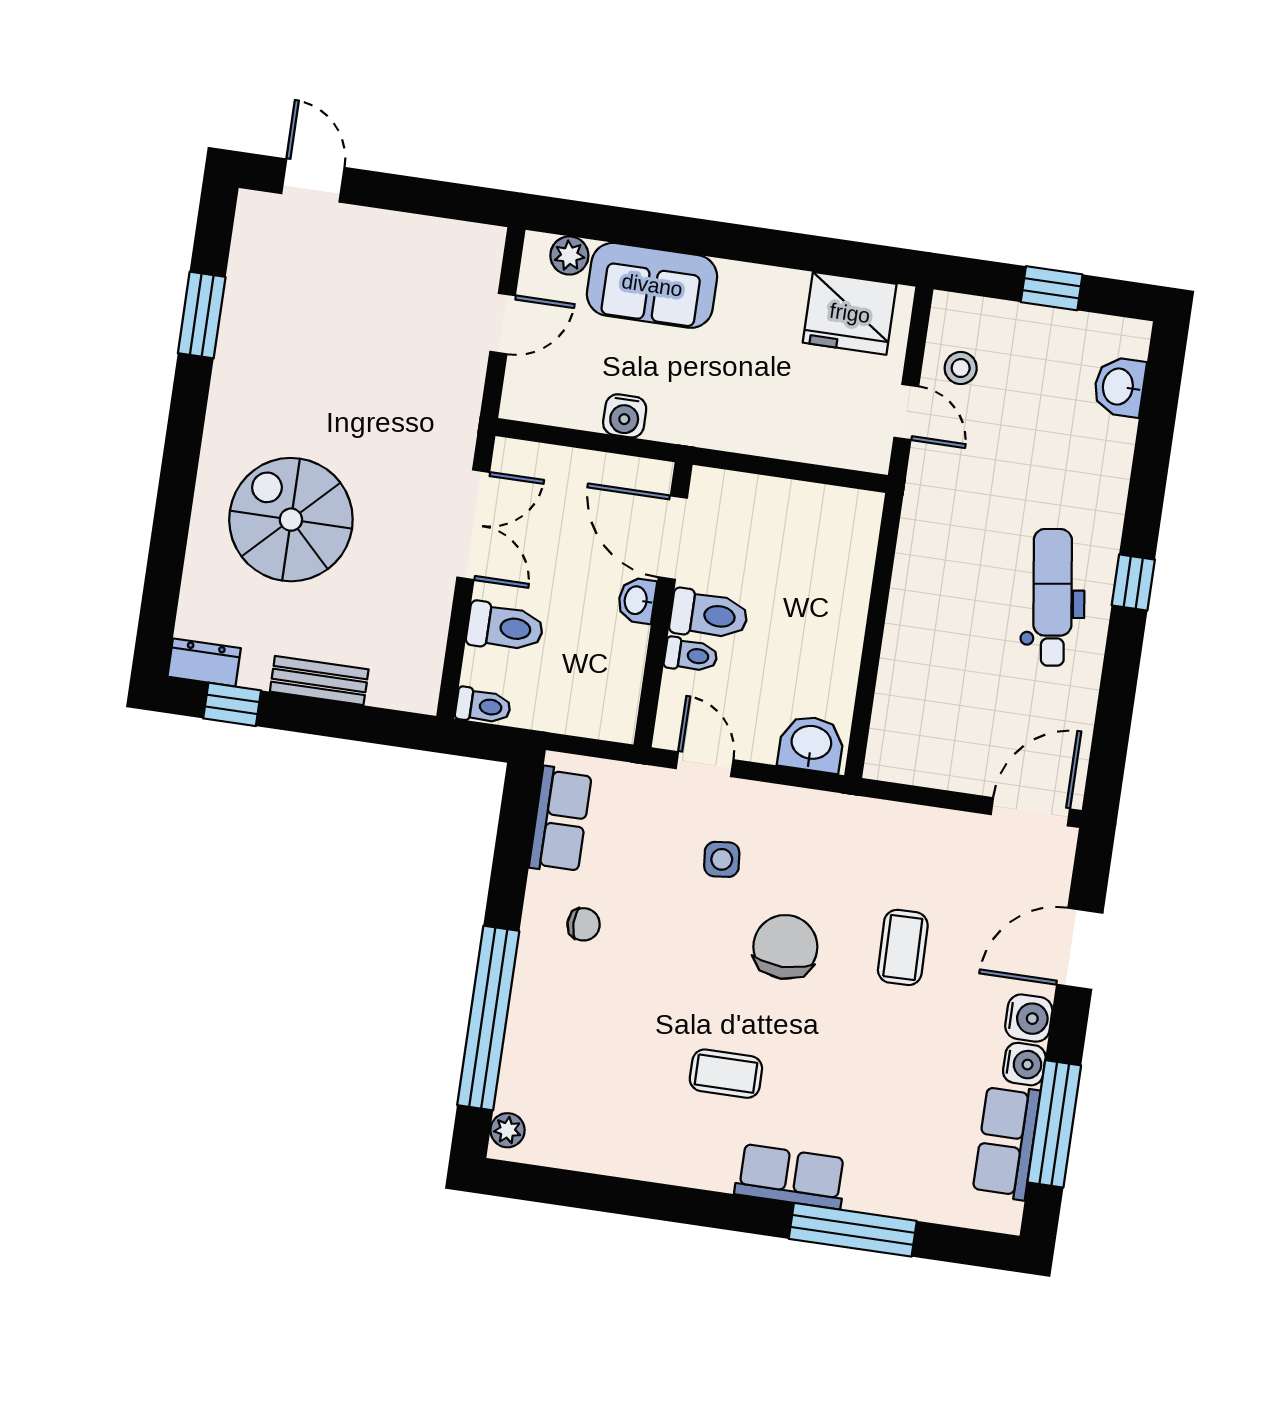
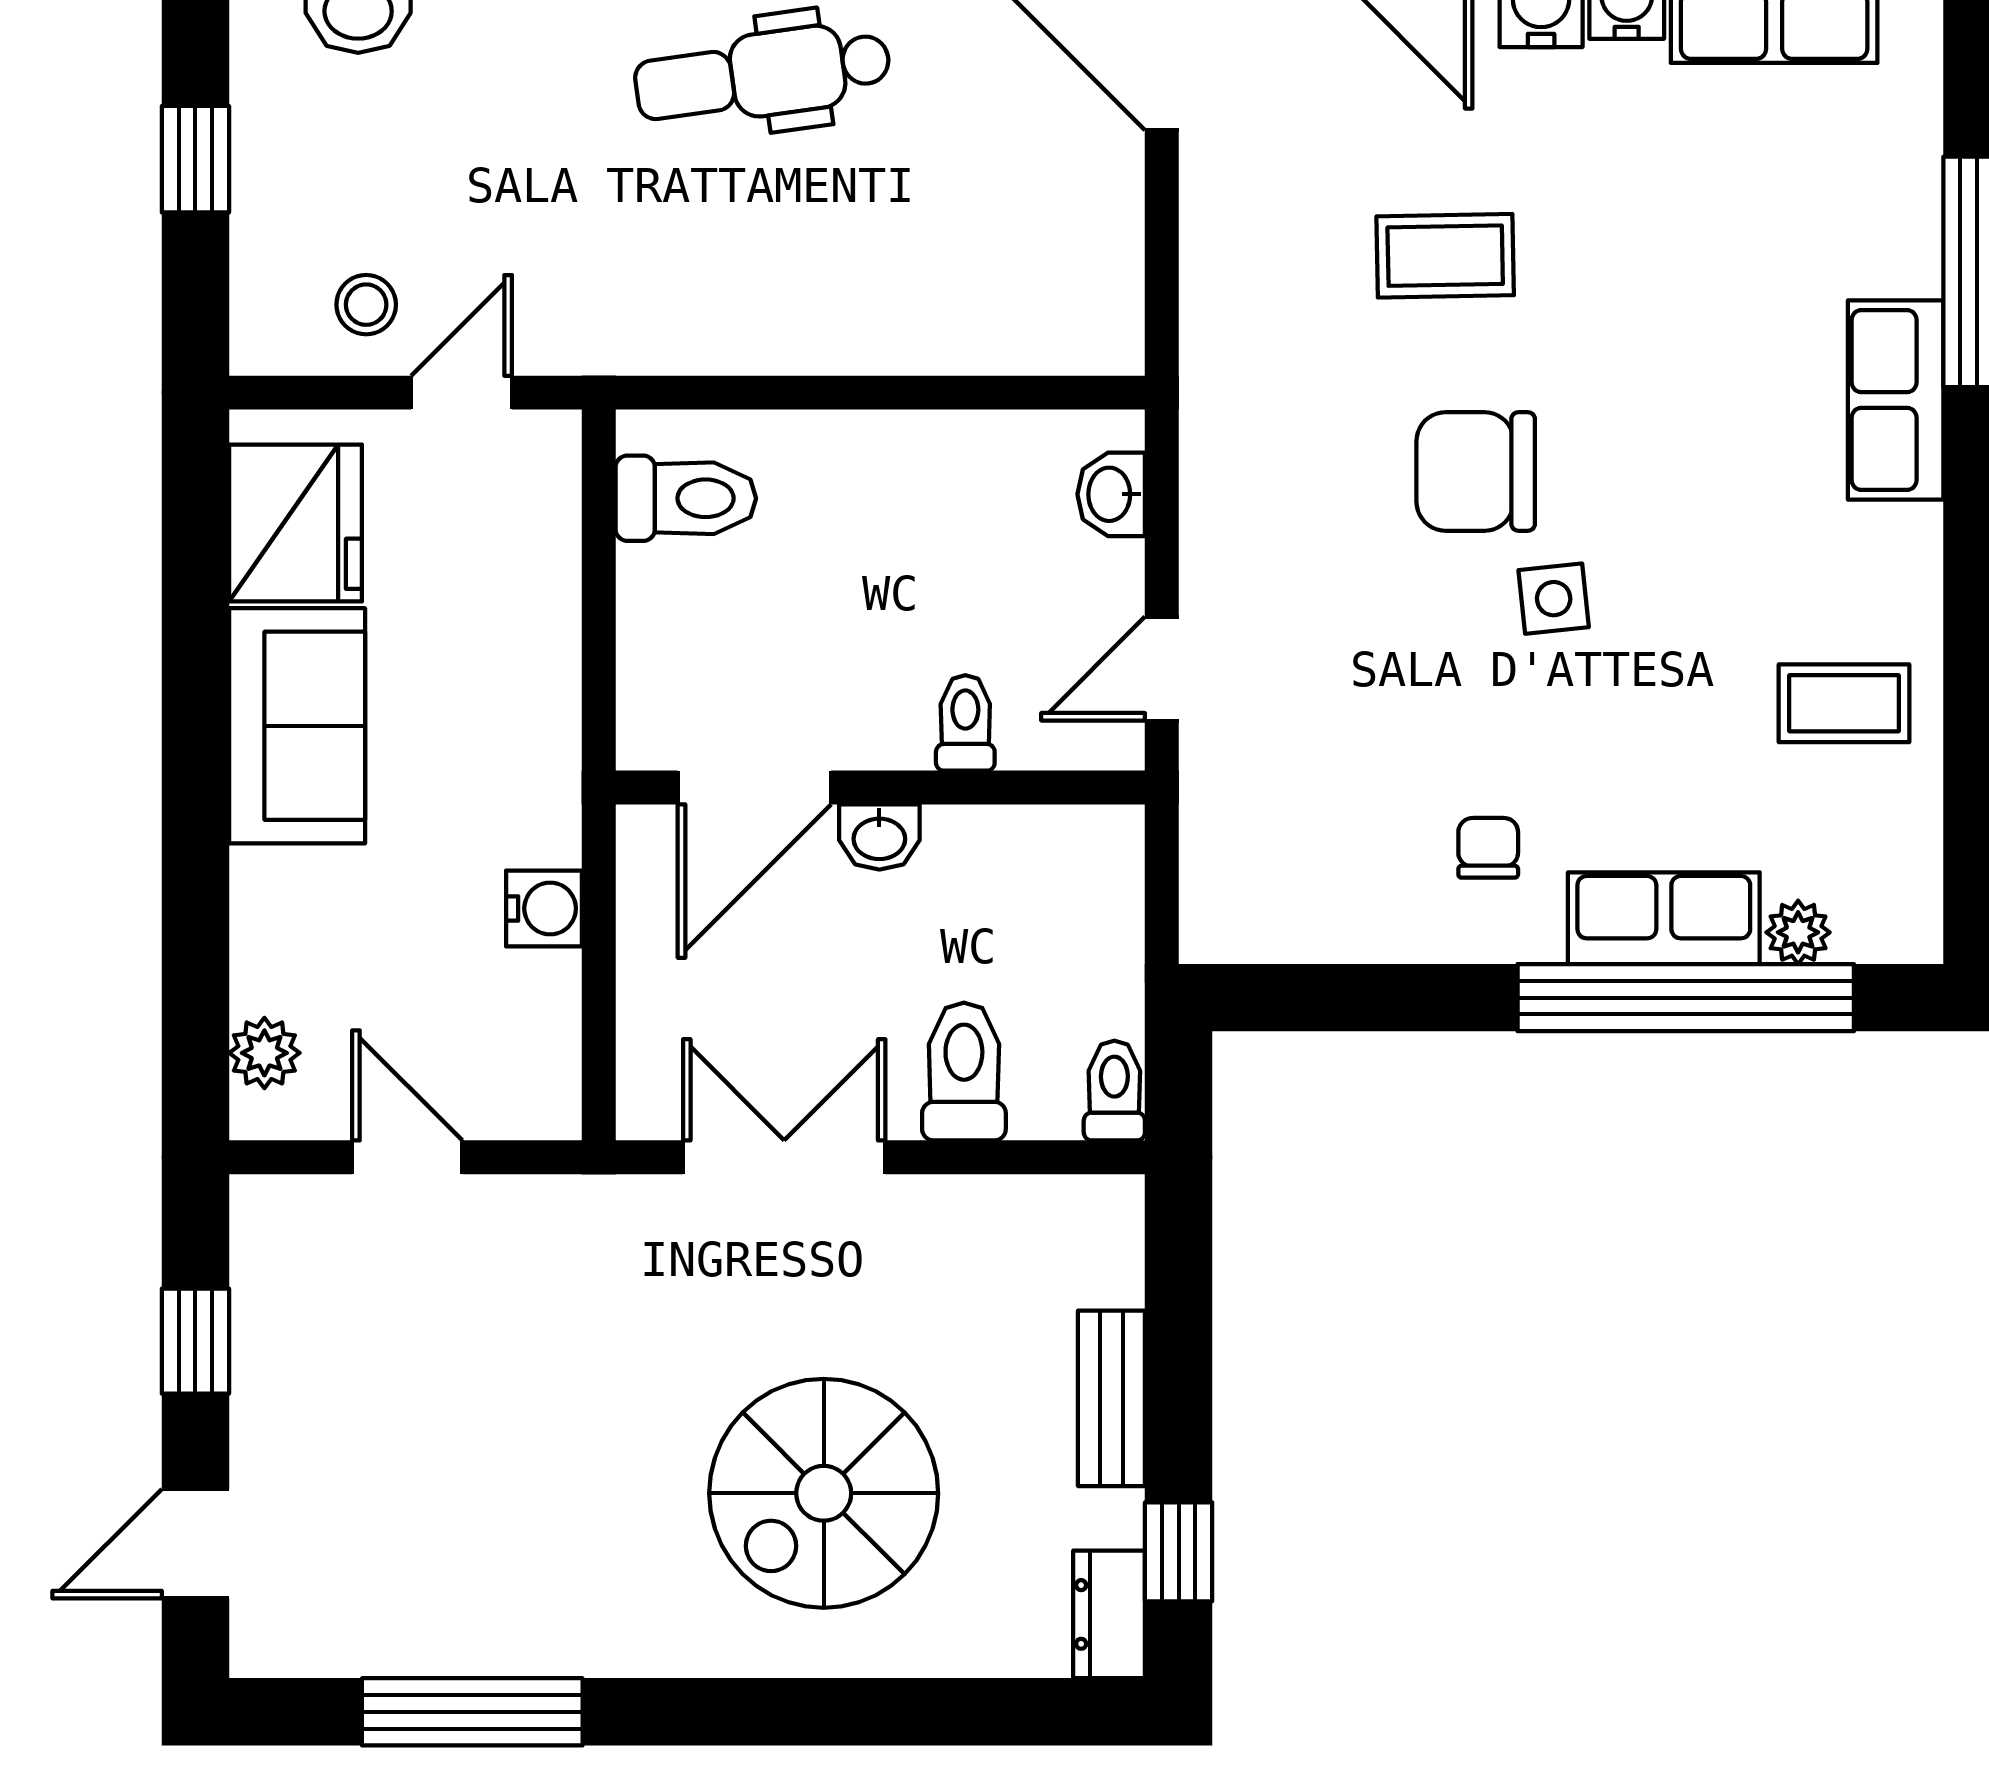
window: (421, 196) -> (195, 1341), added
sofa: (652, 285) -> (297, 726), moved
window: (202, 315) -> (472, 1712), width x1.44
toilet: (709, 615) -> (686, 498), moved, turned 90
washbasin: (811, 744) -> (1111, 494), width x0.72, depth x0.69
row of seats: (560, 820) -> (1664, 918), moved
side table: (722, 859) -> (1554, 599), moved
coffee table: (726, 1074) -> (1844, 703), moved, turned 90
plant: (507, 1130) -> (1798, 932), moved

